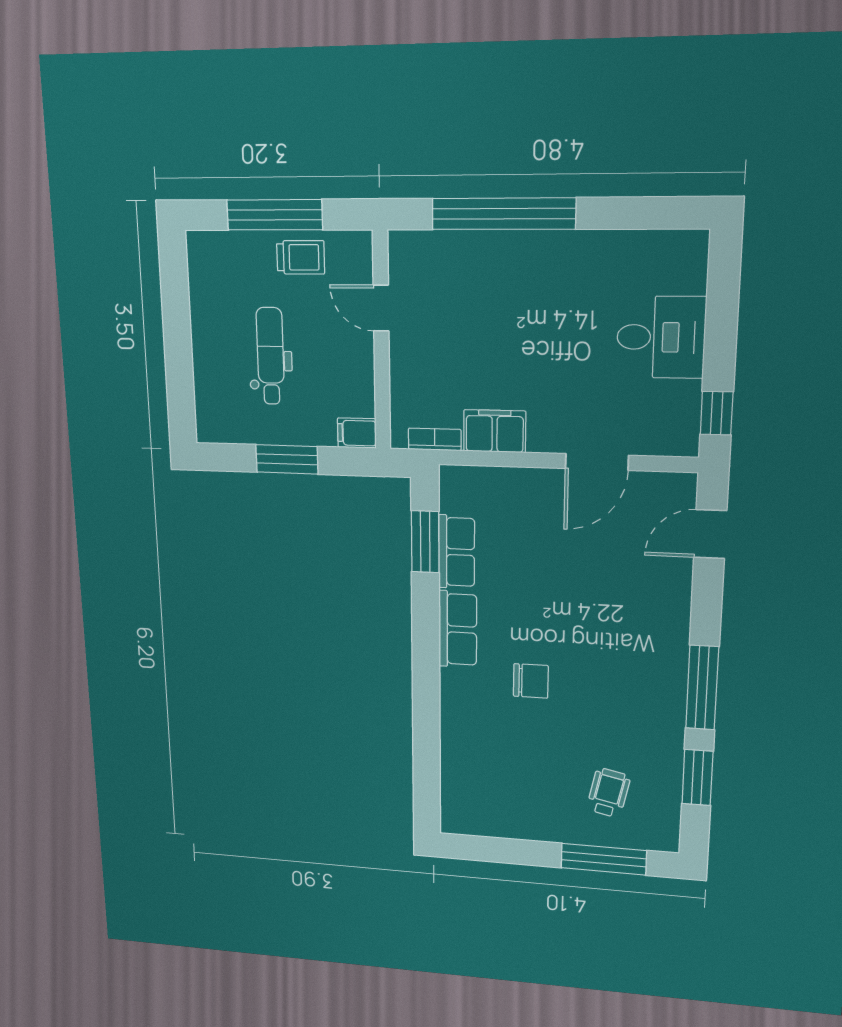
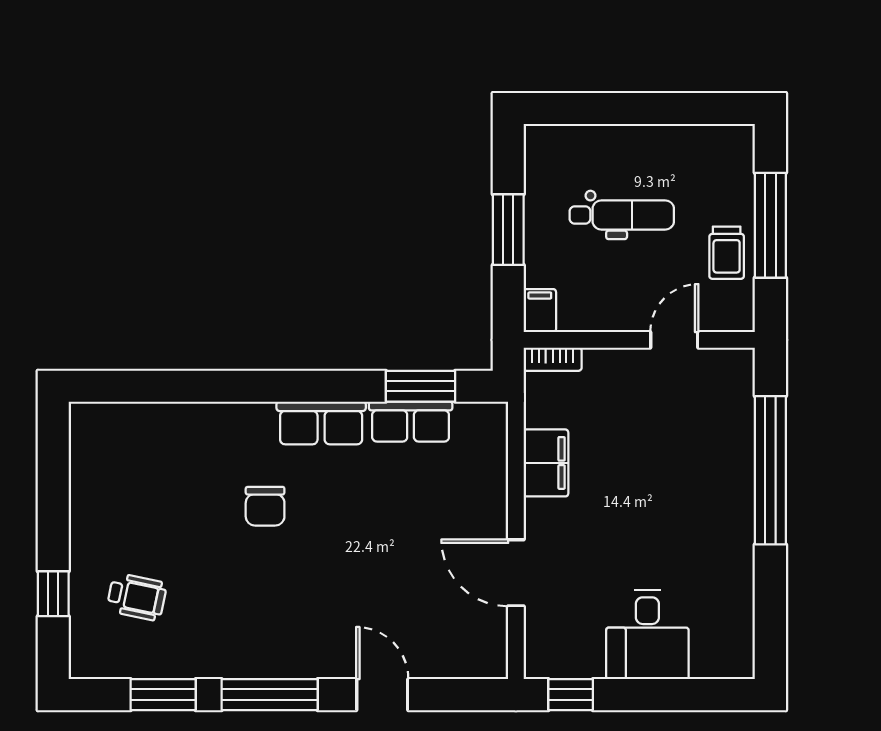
bookcase: (435, 439) -> (553, 359), moved, turned 90
door: (710, 534) -> (382, 695), moved
window: (604, 859) -> (53, 594), width x0.46

